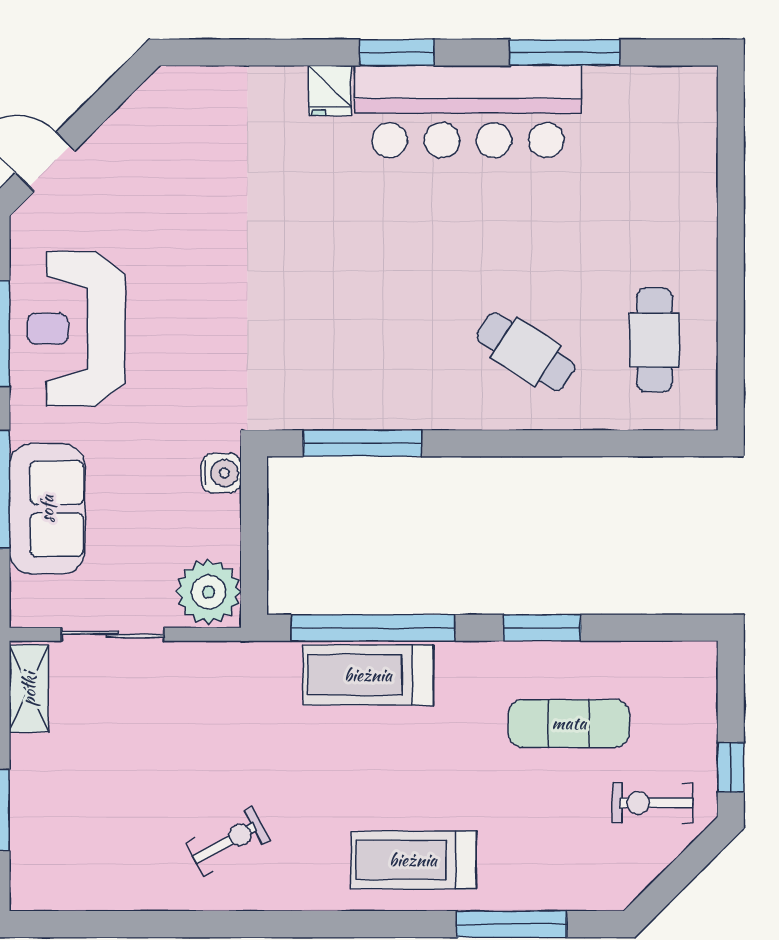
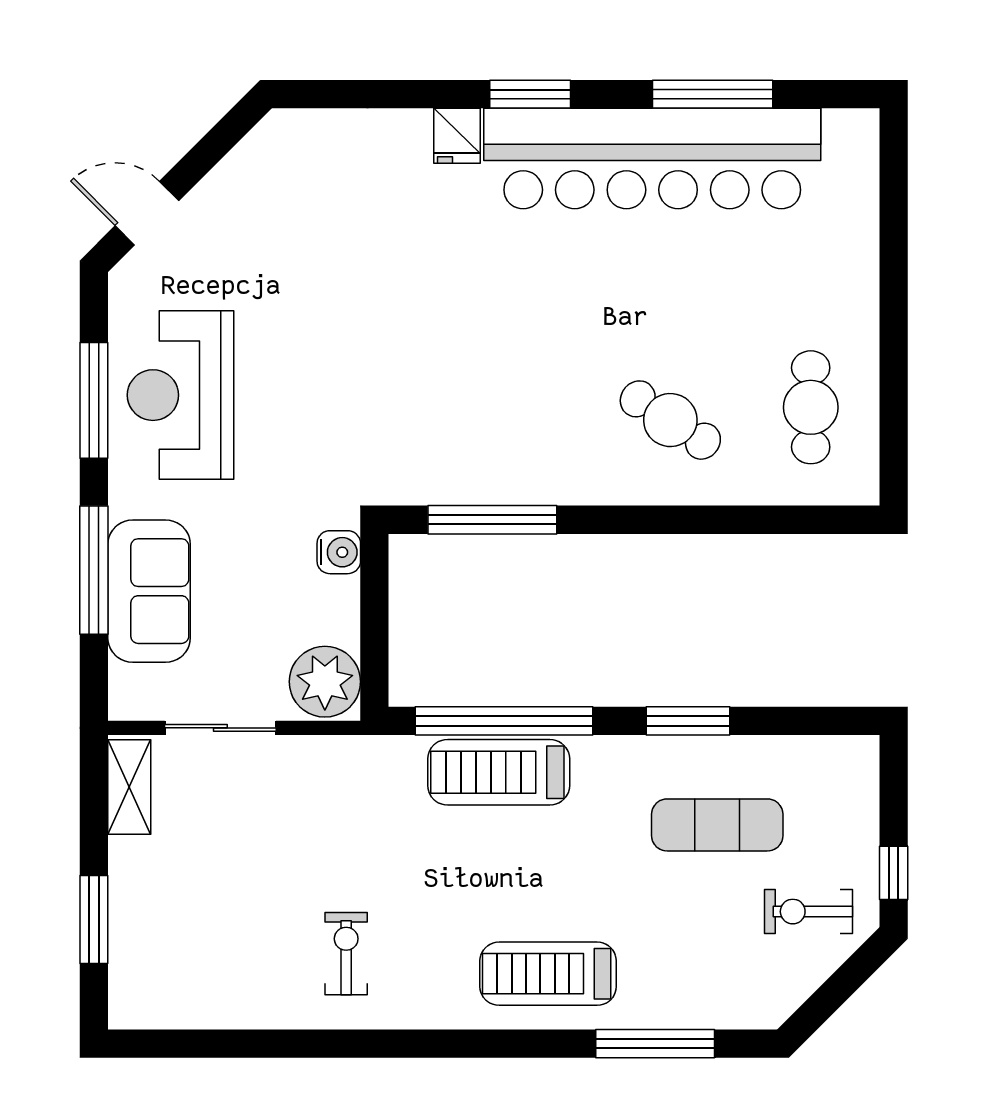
bar counter: (468, 112) -> (652, 159), width x1.36
exercise bike: (228, 842) -> (346, 954), turned -61

